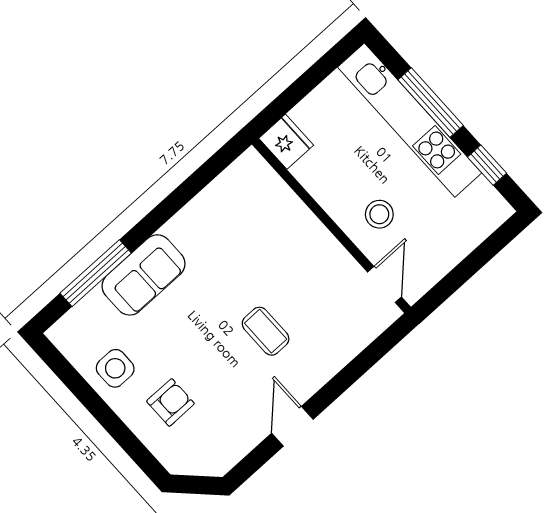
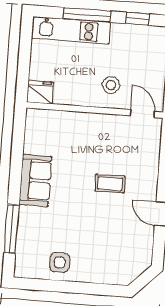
kitchen unit: (410, 120) -> (71, 30), width x0.73
sofa: (144, 275) -> (35, 180), moved
armchair: (170, 402) -> (98, 254), removed

